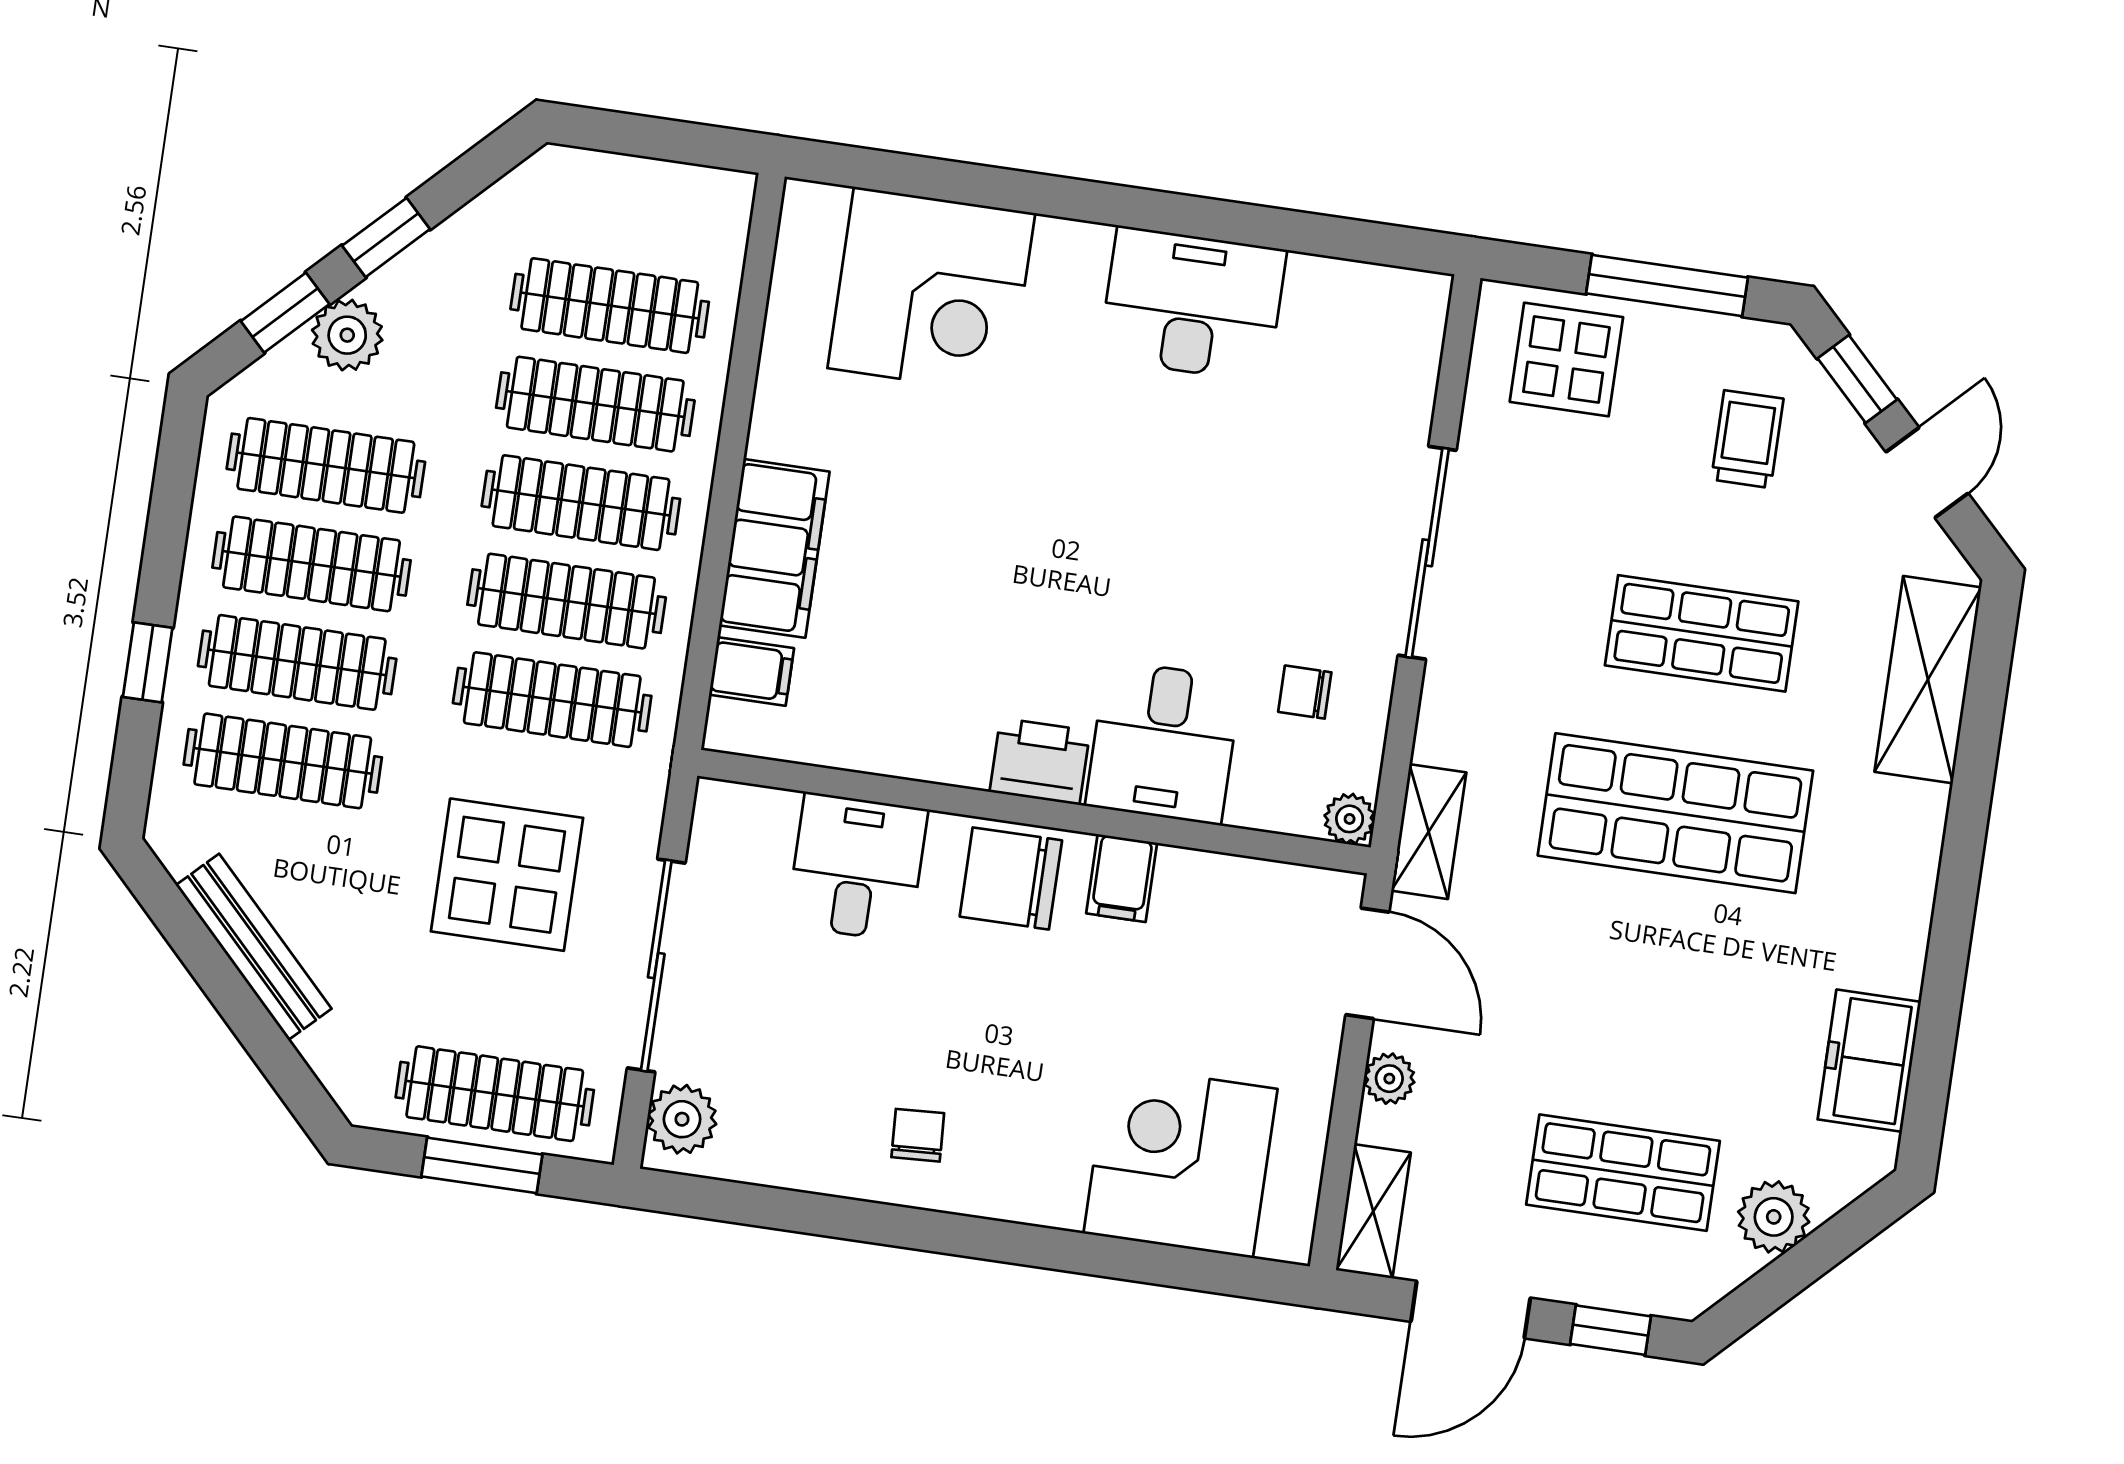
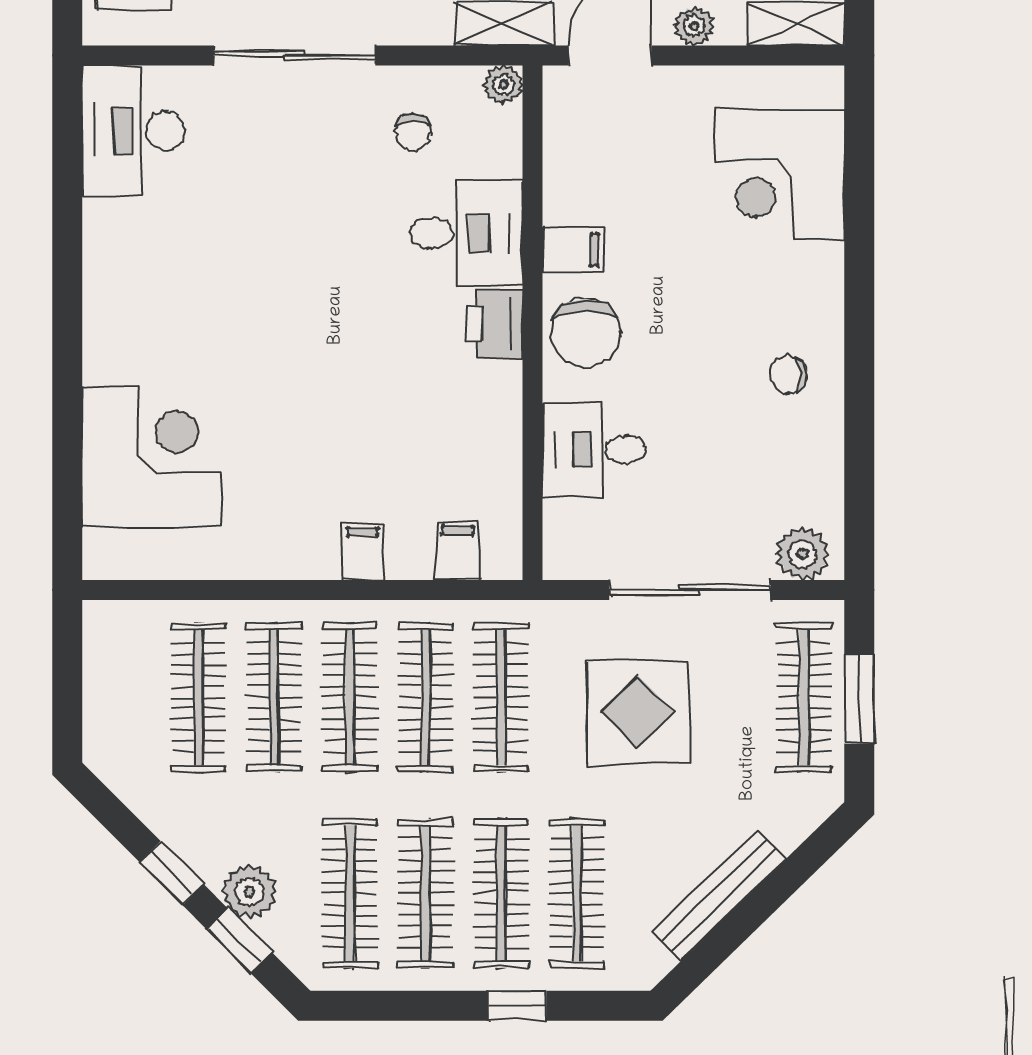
desk: (1193, 304) -> (133, 131), moved
filing cabinet: (774, 548) -> (363, 552), width x0.33, depth x0.86

